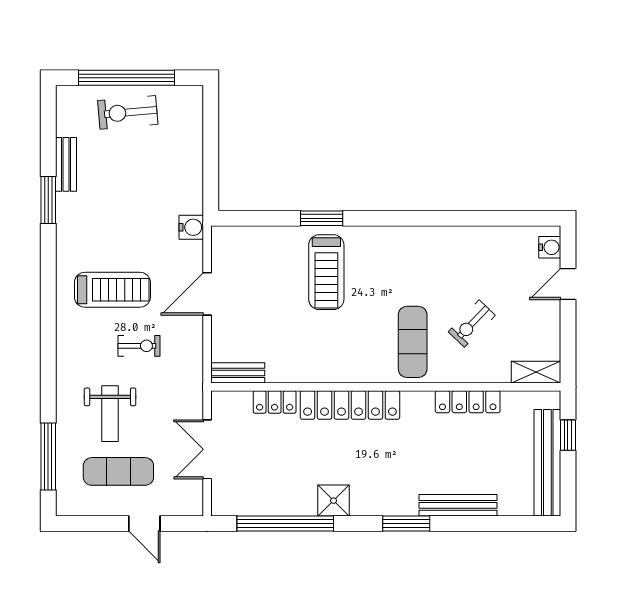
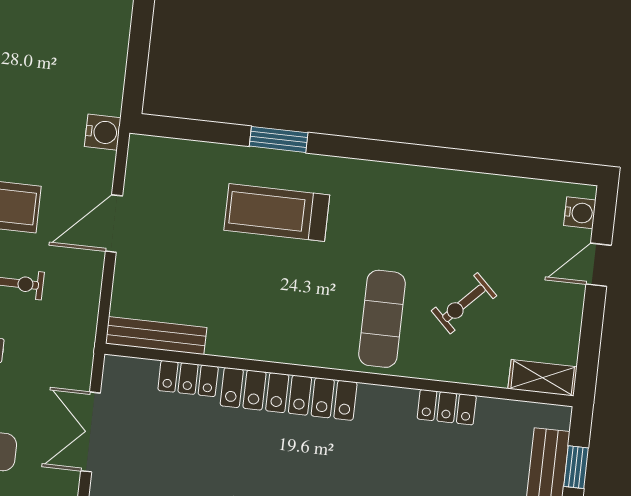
treadmill: (326, 272) -> (277, 213), turned 90
bench: (238, 373) -> (156, 336), width x1.36
locker: (468, 402) -> (447, 407), width x0.66

